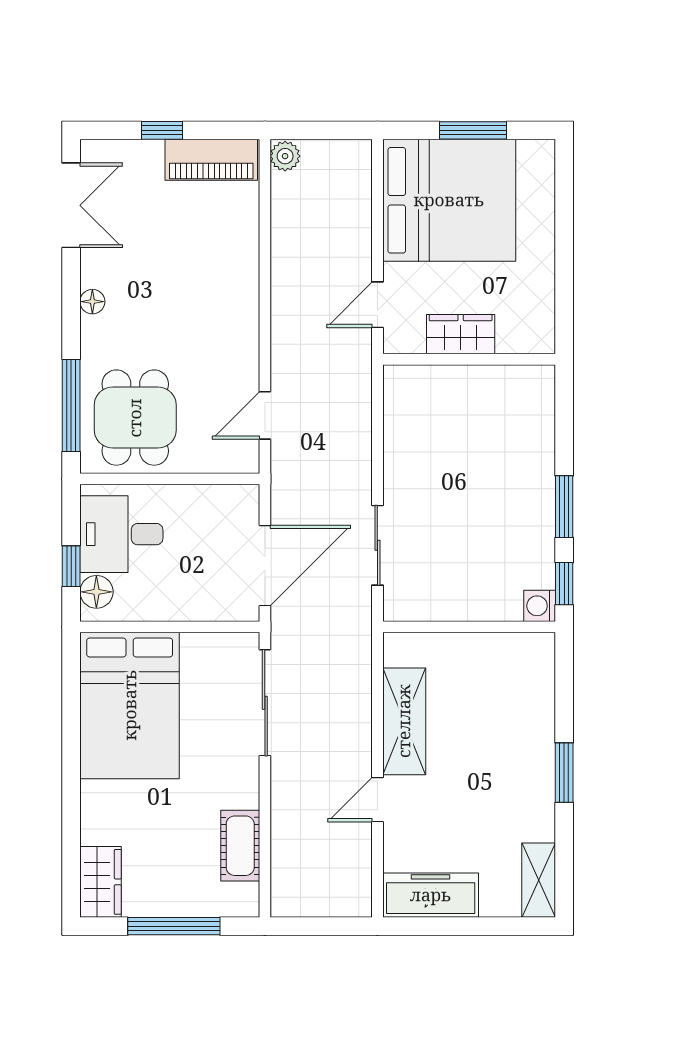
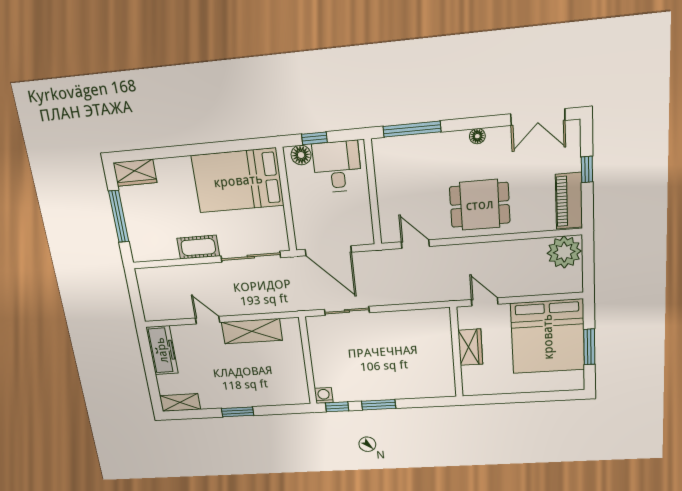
plant: (285, 156) -> (564, 252), width x1.88, depth x1.88
dining table: (135, 418) -> (480, 205), moved
cot: (240, 846) -> (198, 247), moved

